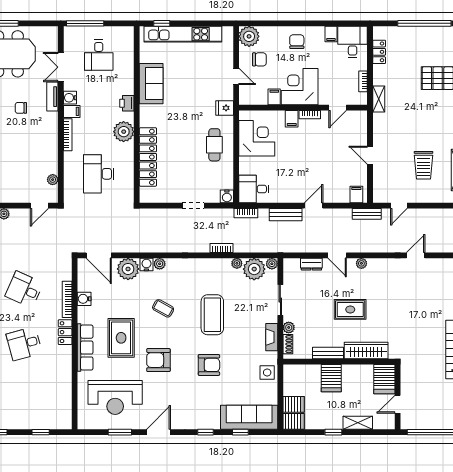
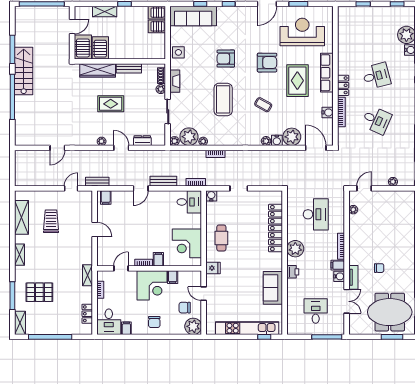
server rack: (331, 378) -> (100, 48), moved

